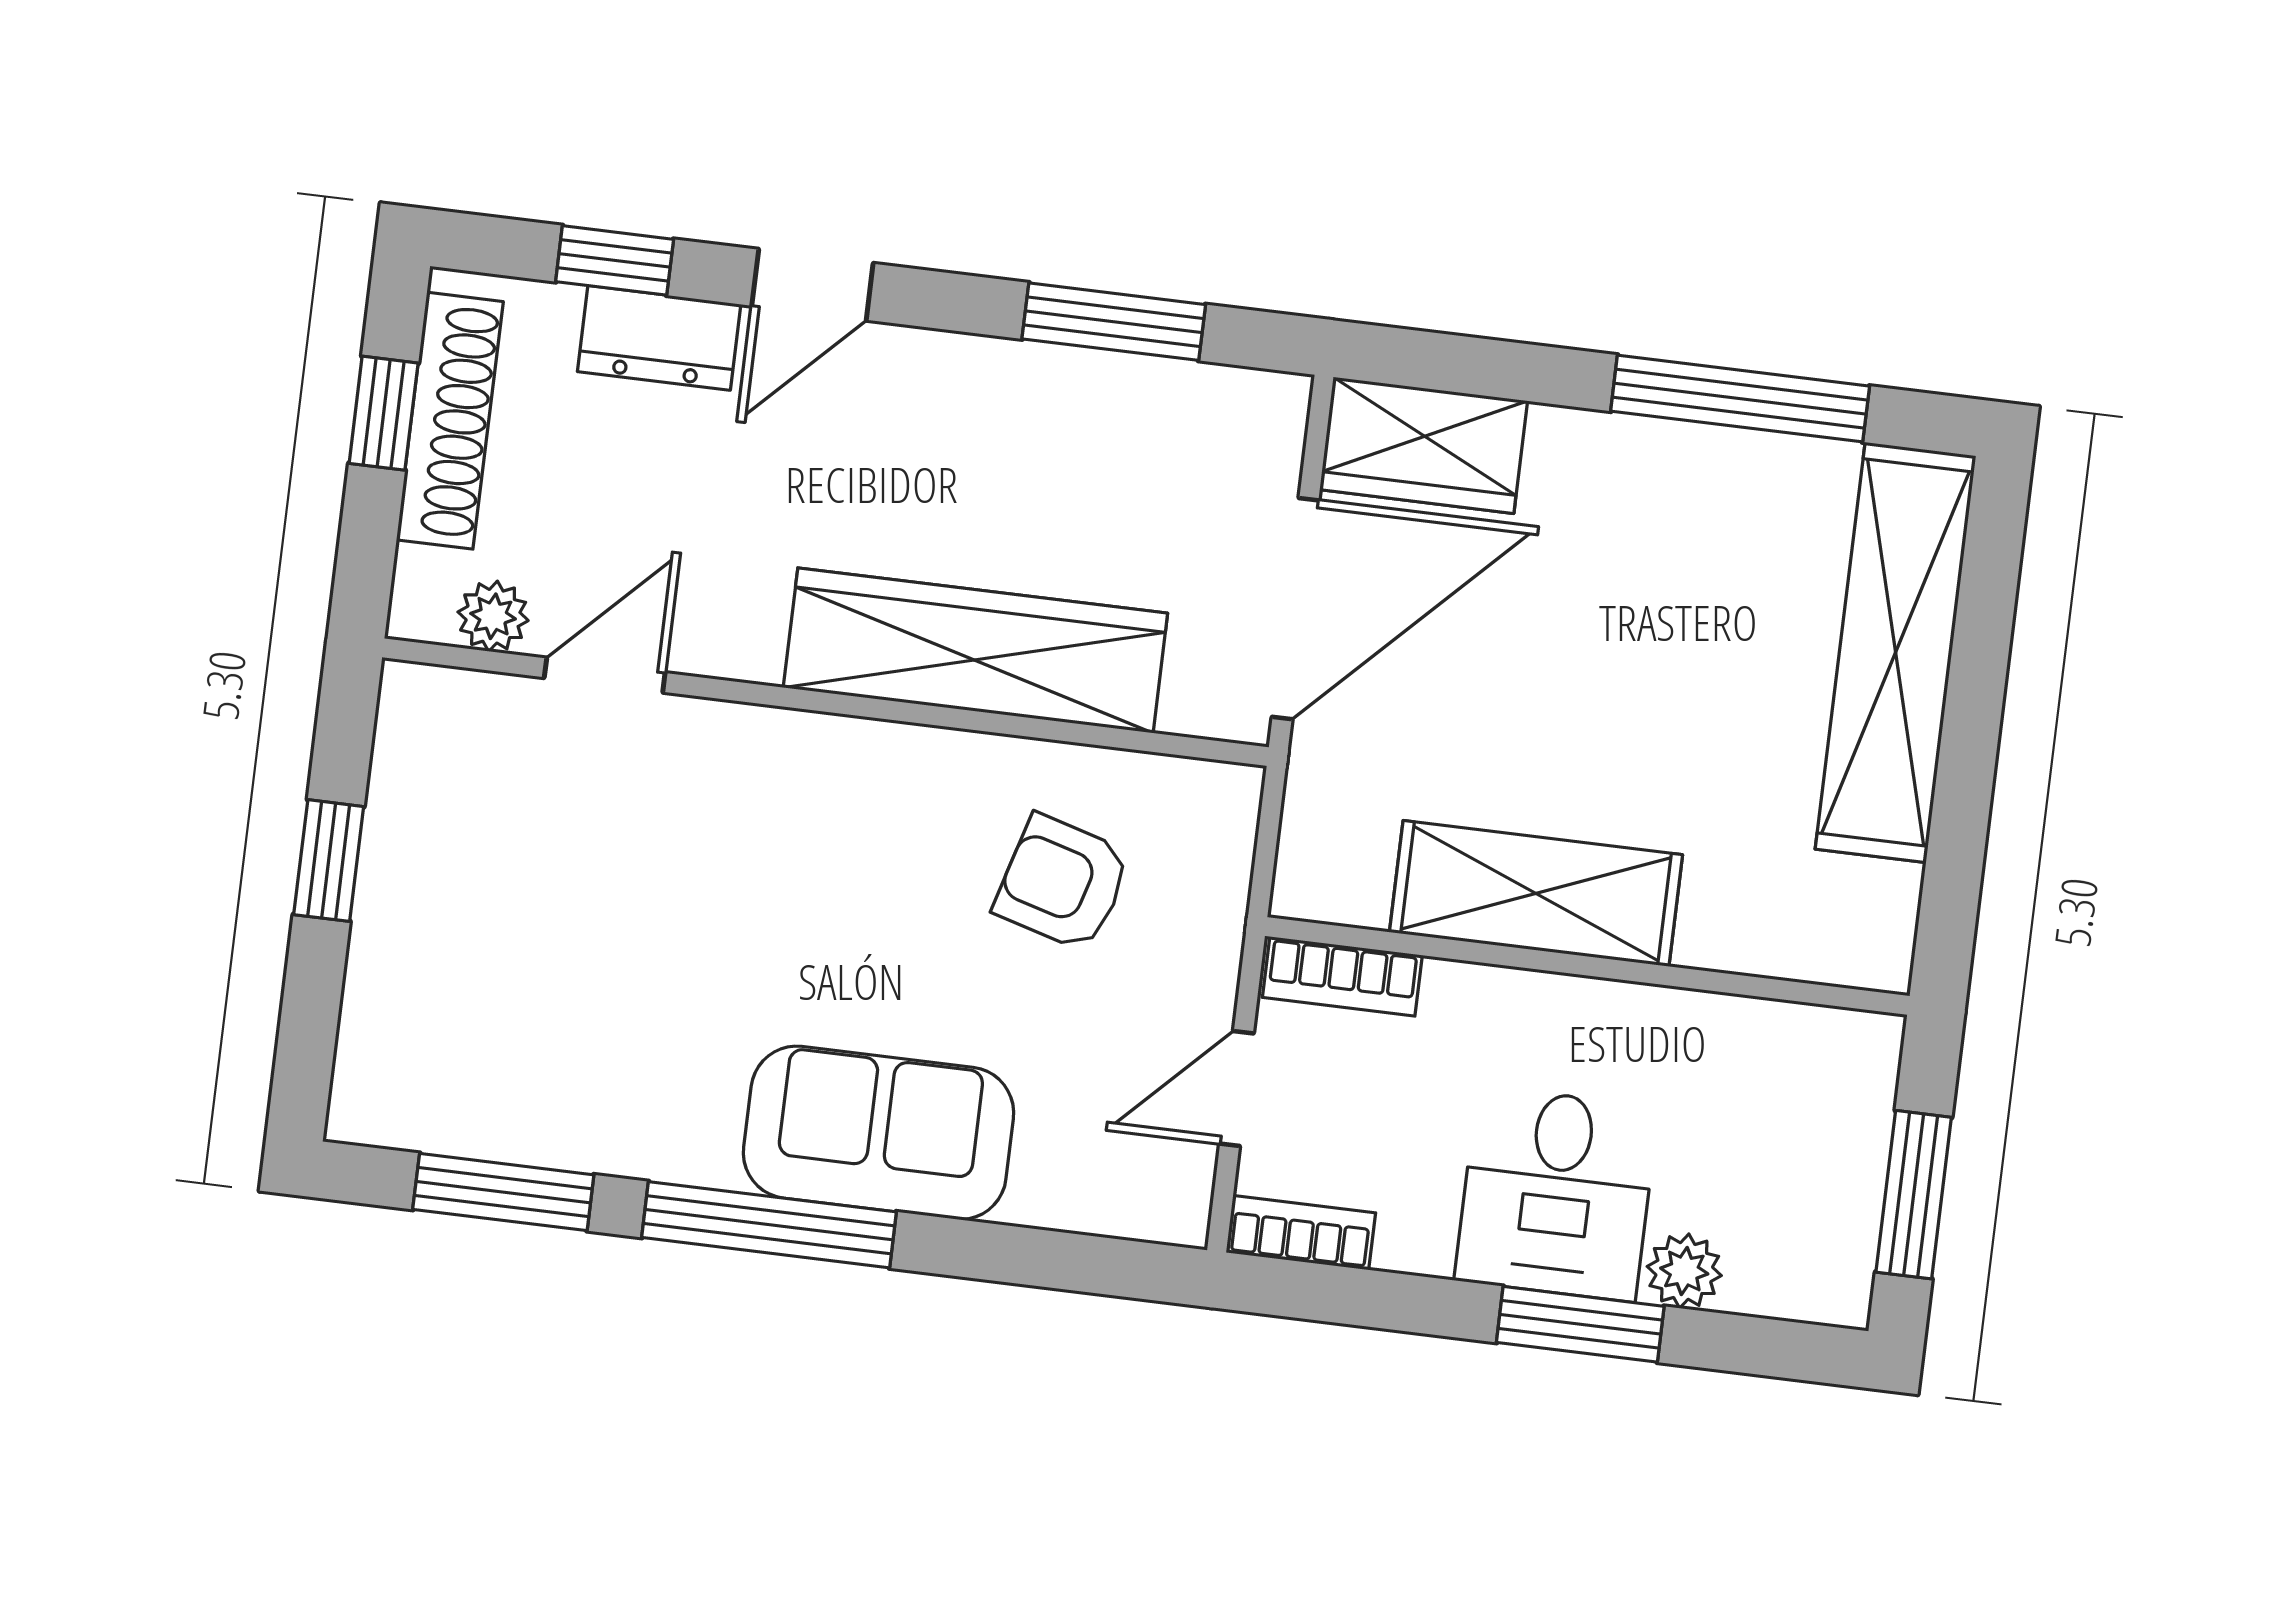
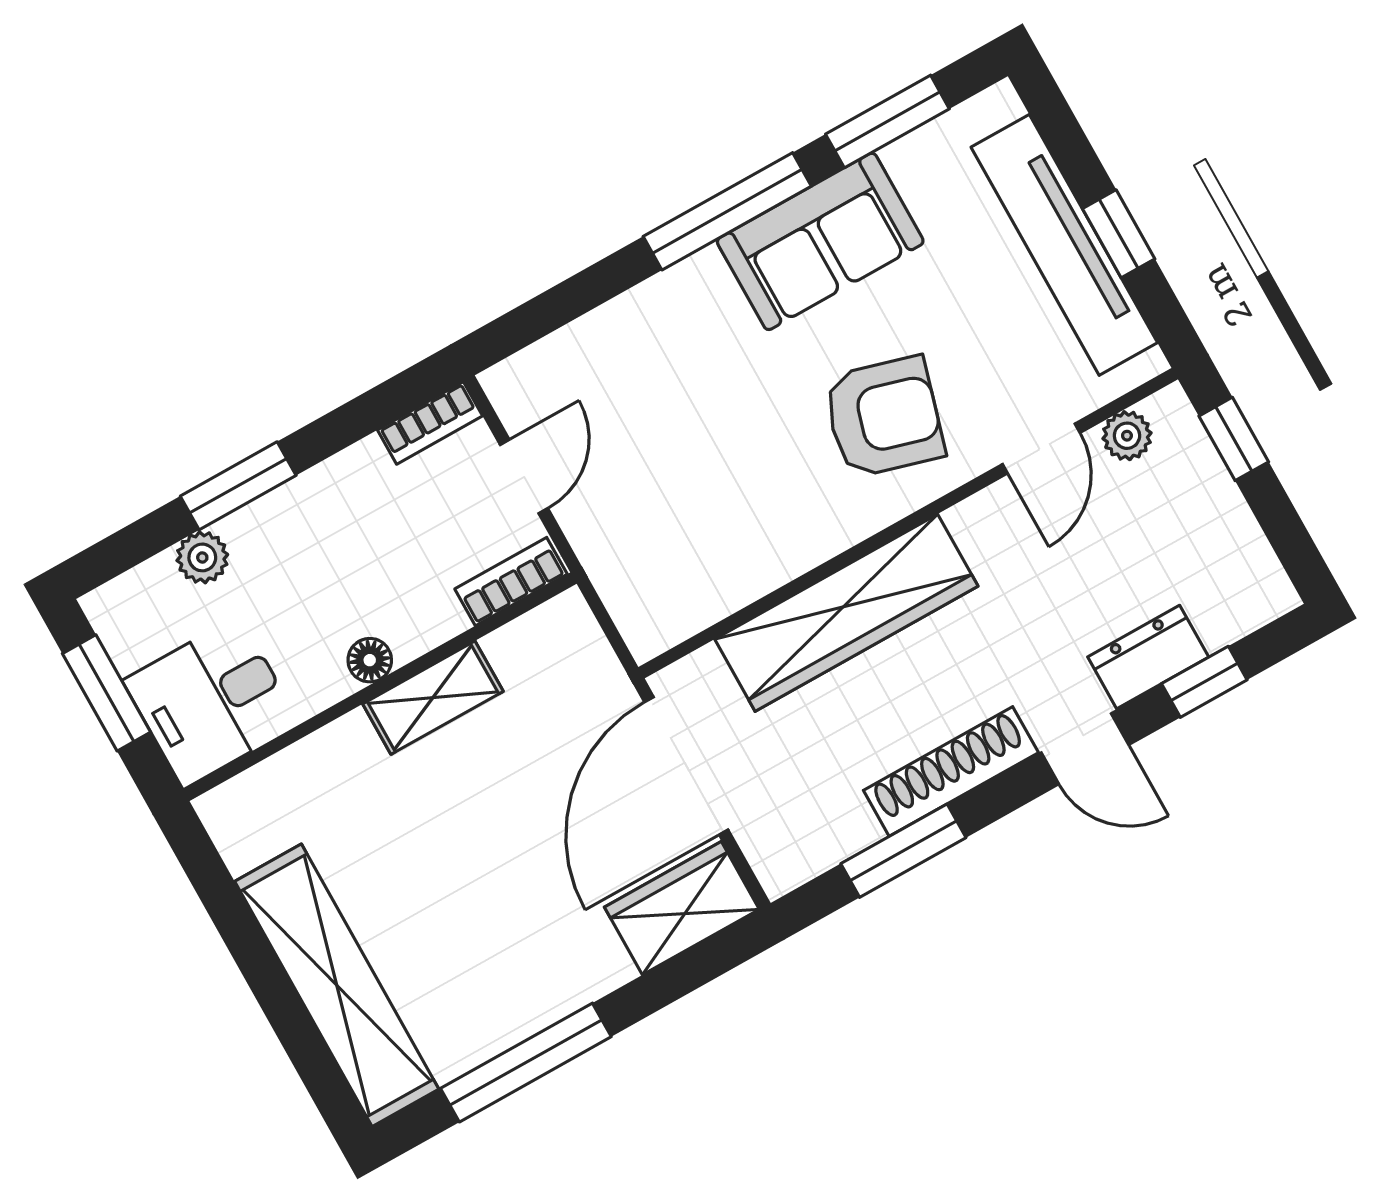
door: (812, 285) -> (1085, 749), swing flipped
window: (384, 413) -> (1234, 439), moved
shoe rack: (450, 421) -> (951, 771), moved, turned 90
armchair: (1063, 883) -> (884, 417), moved, width x1.38, depth x1.38
shelving: (1536, 893) -> (433, 698), width x0.67, depth x0.75
tv unit: (402, 894) -> (1064, 245), added
floor lamp: (1576, 1006) -> (370, 660), added
sofa: (879, 1133) -> (820, 241), moved
desk: (1556, 1194) -> (211, 702), moved, turned -90

